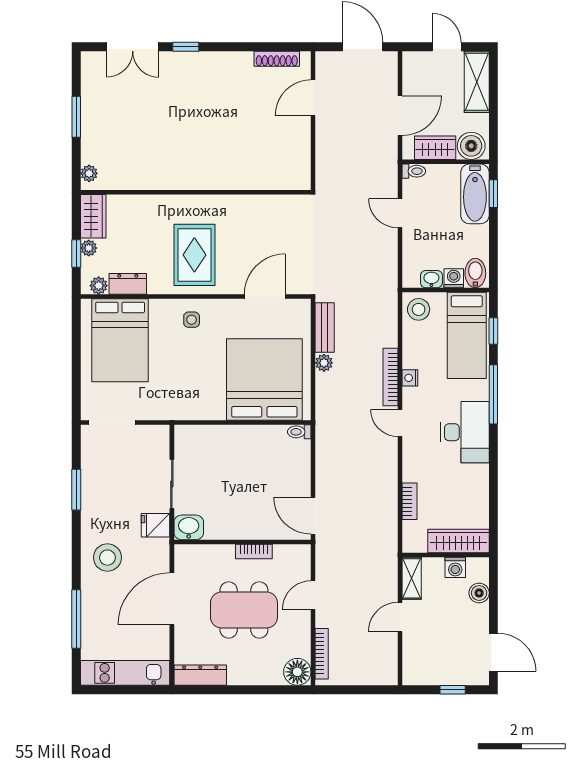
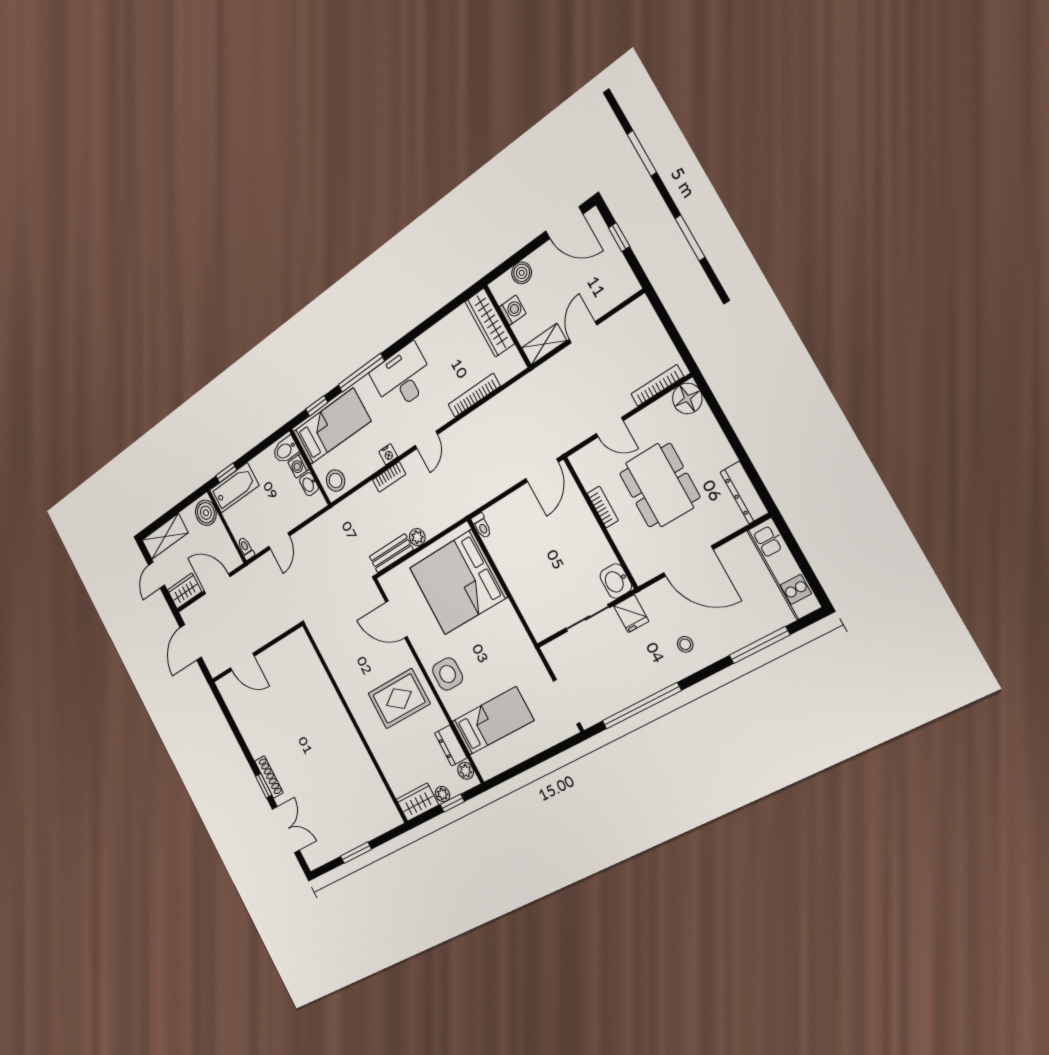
shoe rack: (277, 59) -> (269, 777), moved
wardrobe: (435, 148) -> (184, 591), moved, turned 90
plant: (89, 173) -> (389, 822), removed
side table: (192, 320) -> (448, 674), width x1.87, depth x1.87
bed: (120, 340) -> (493, 721), width x0.67
bookcase: (390, 377) -> (389, 477), width x0.64
window: (76, 490) -> (641, 706), width x2.11
bookcase: (409, 501) -> (474, 395), width x1.56
stool: (107, 558) -> (685, 644), width x0.53, depth x0.53
door: (400, 617) -> (583, 332), swing flipped
door: (493, 652) -> (564, 223), swing flipped

